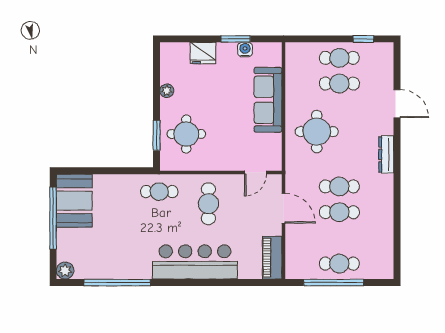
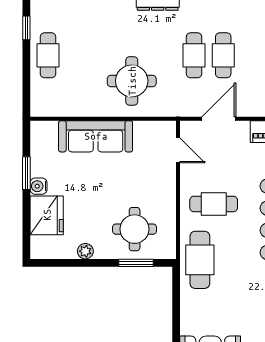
water cooler: (245, 50) -> (39, 186), moved
fridge: (203, 53) -> (47, 215), width x1.36, depth x1.34
cafe table: (339, 84) -> (77, 55), removed
cafe table: (159, 192) -> (200, 260), width x1.37, depth x1.35

